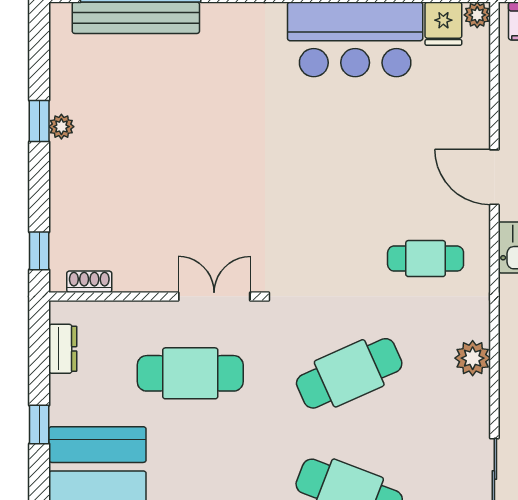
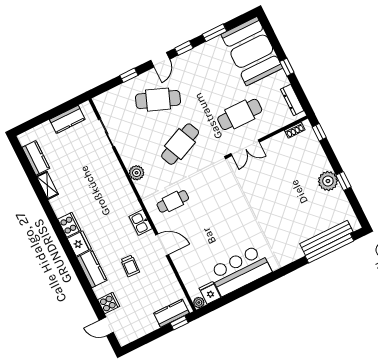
plant: (61, 127) -> (328, 181), width x1.87, depth x1.87
dresser: (63, 349) -> (292, 100), width x1.44

